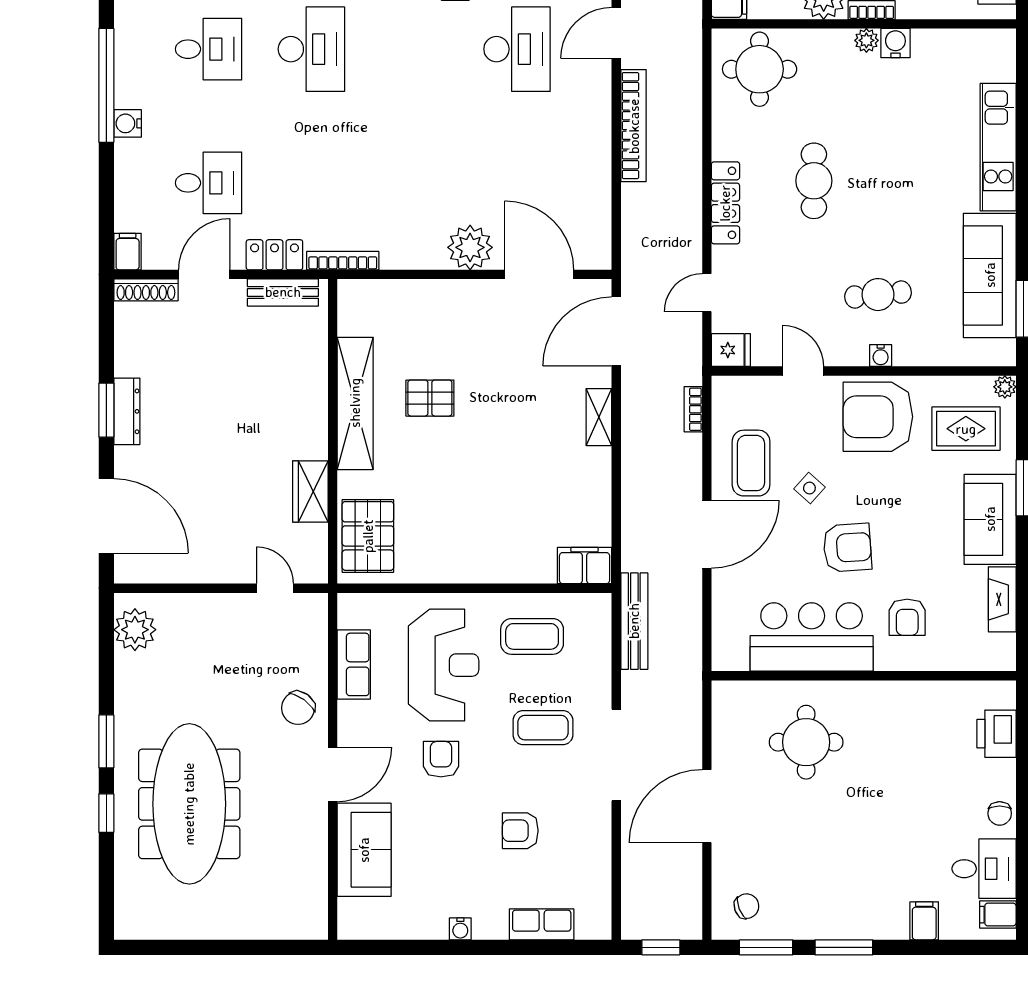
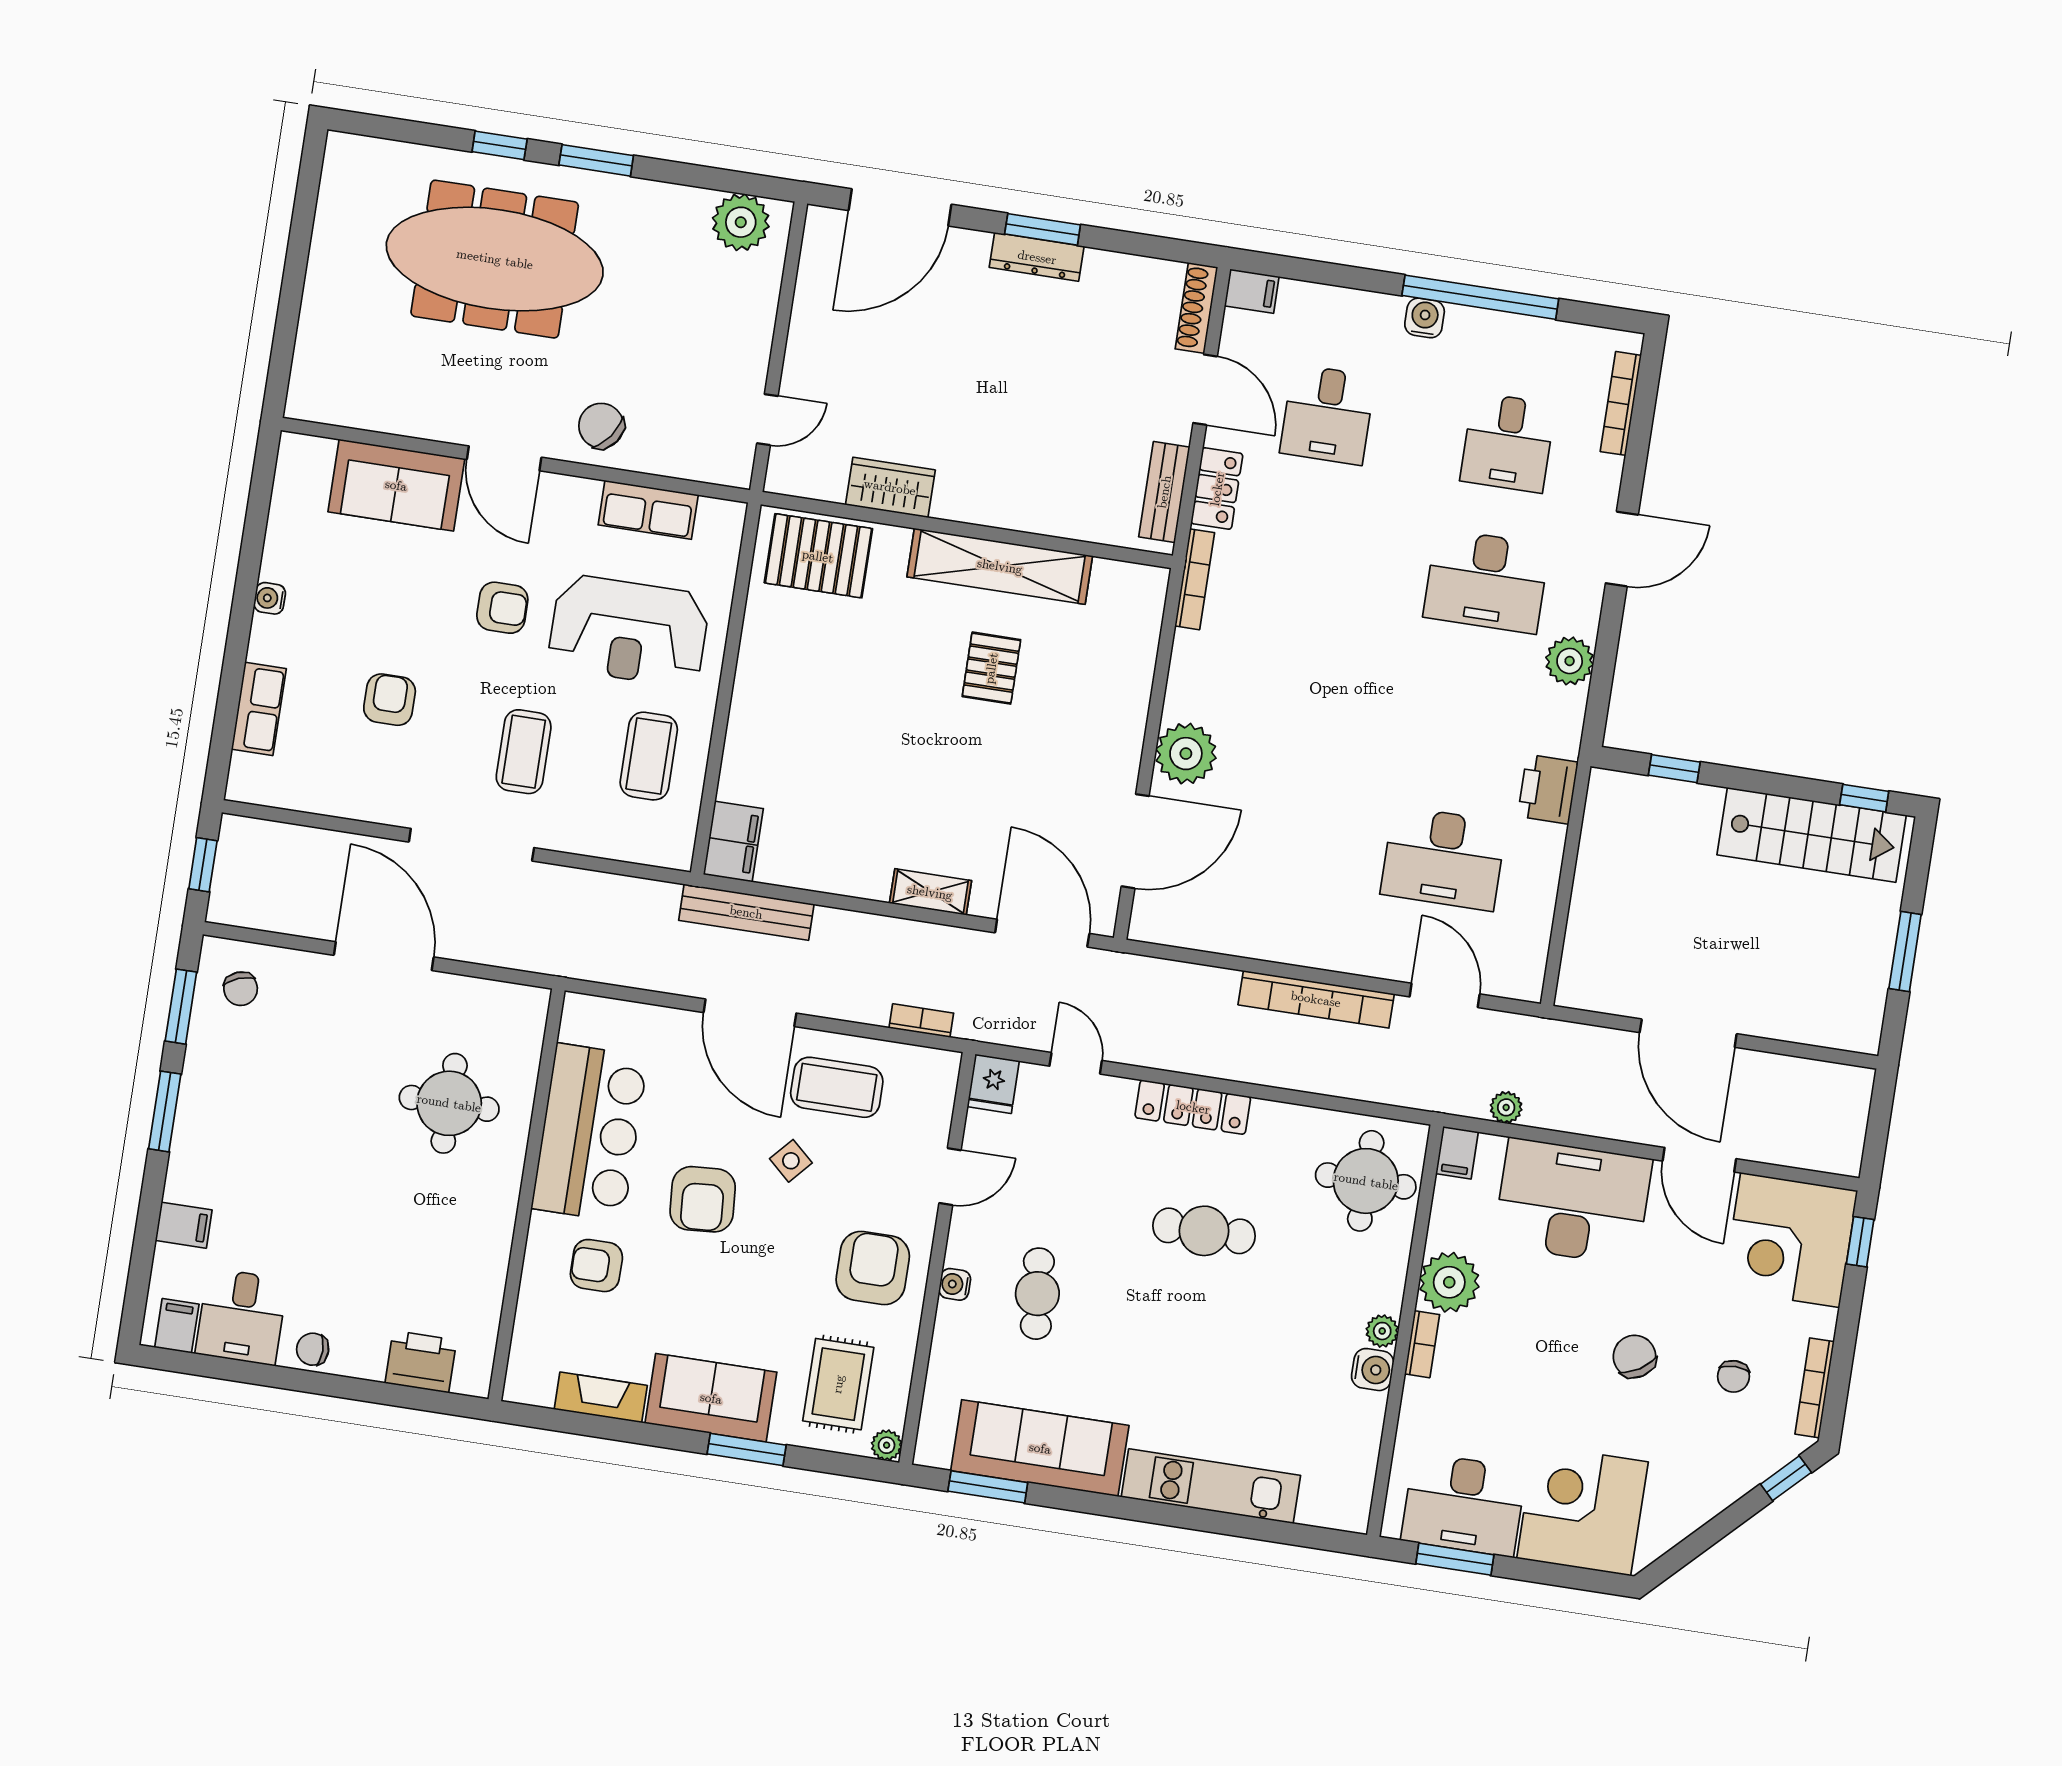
armchair: (878, 417) -> (873, 1268), width x0.73, depth x0.73
bench: (634, 621) -> (746, 912), moved

